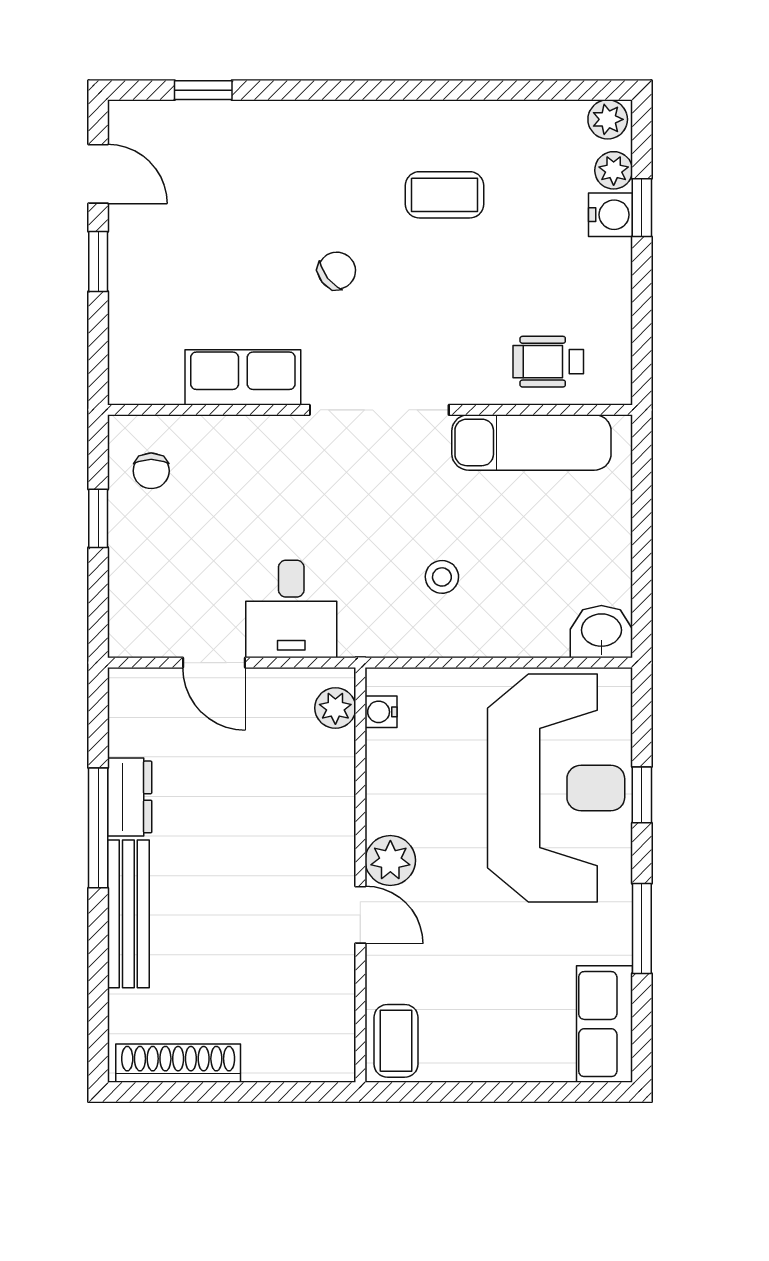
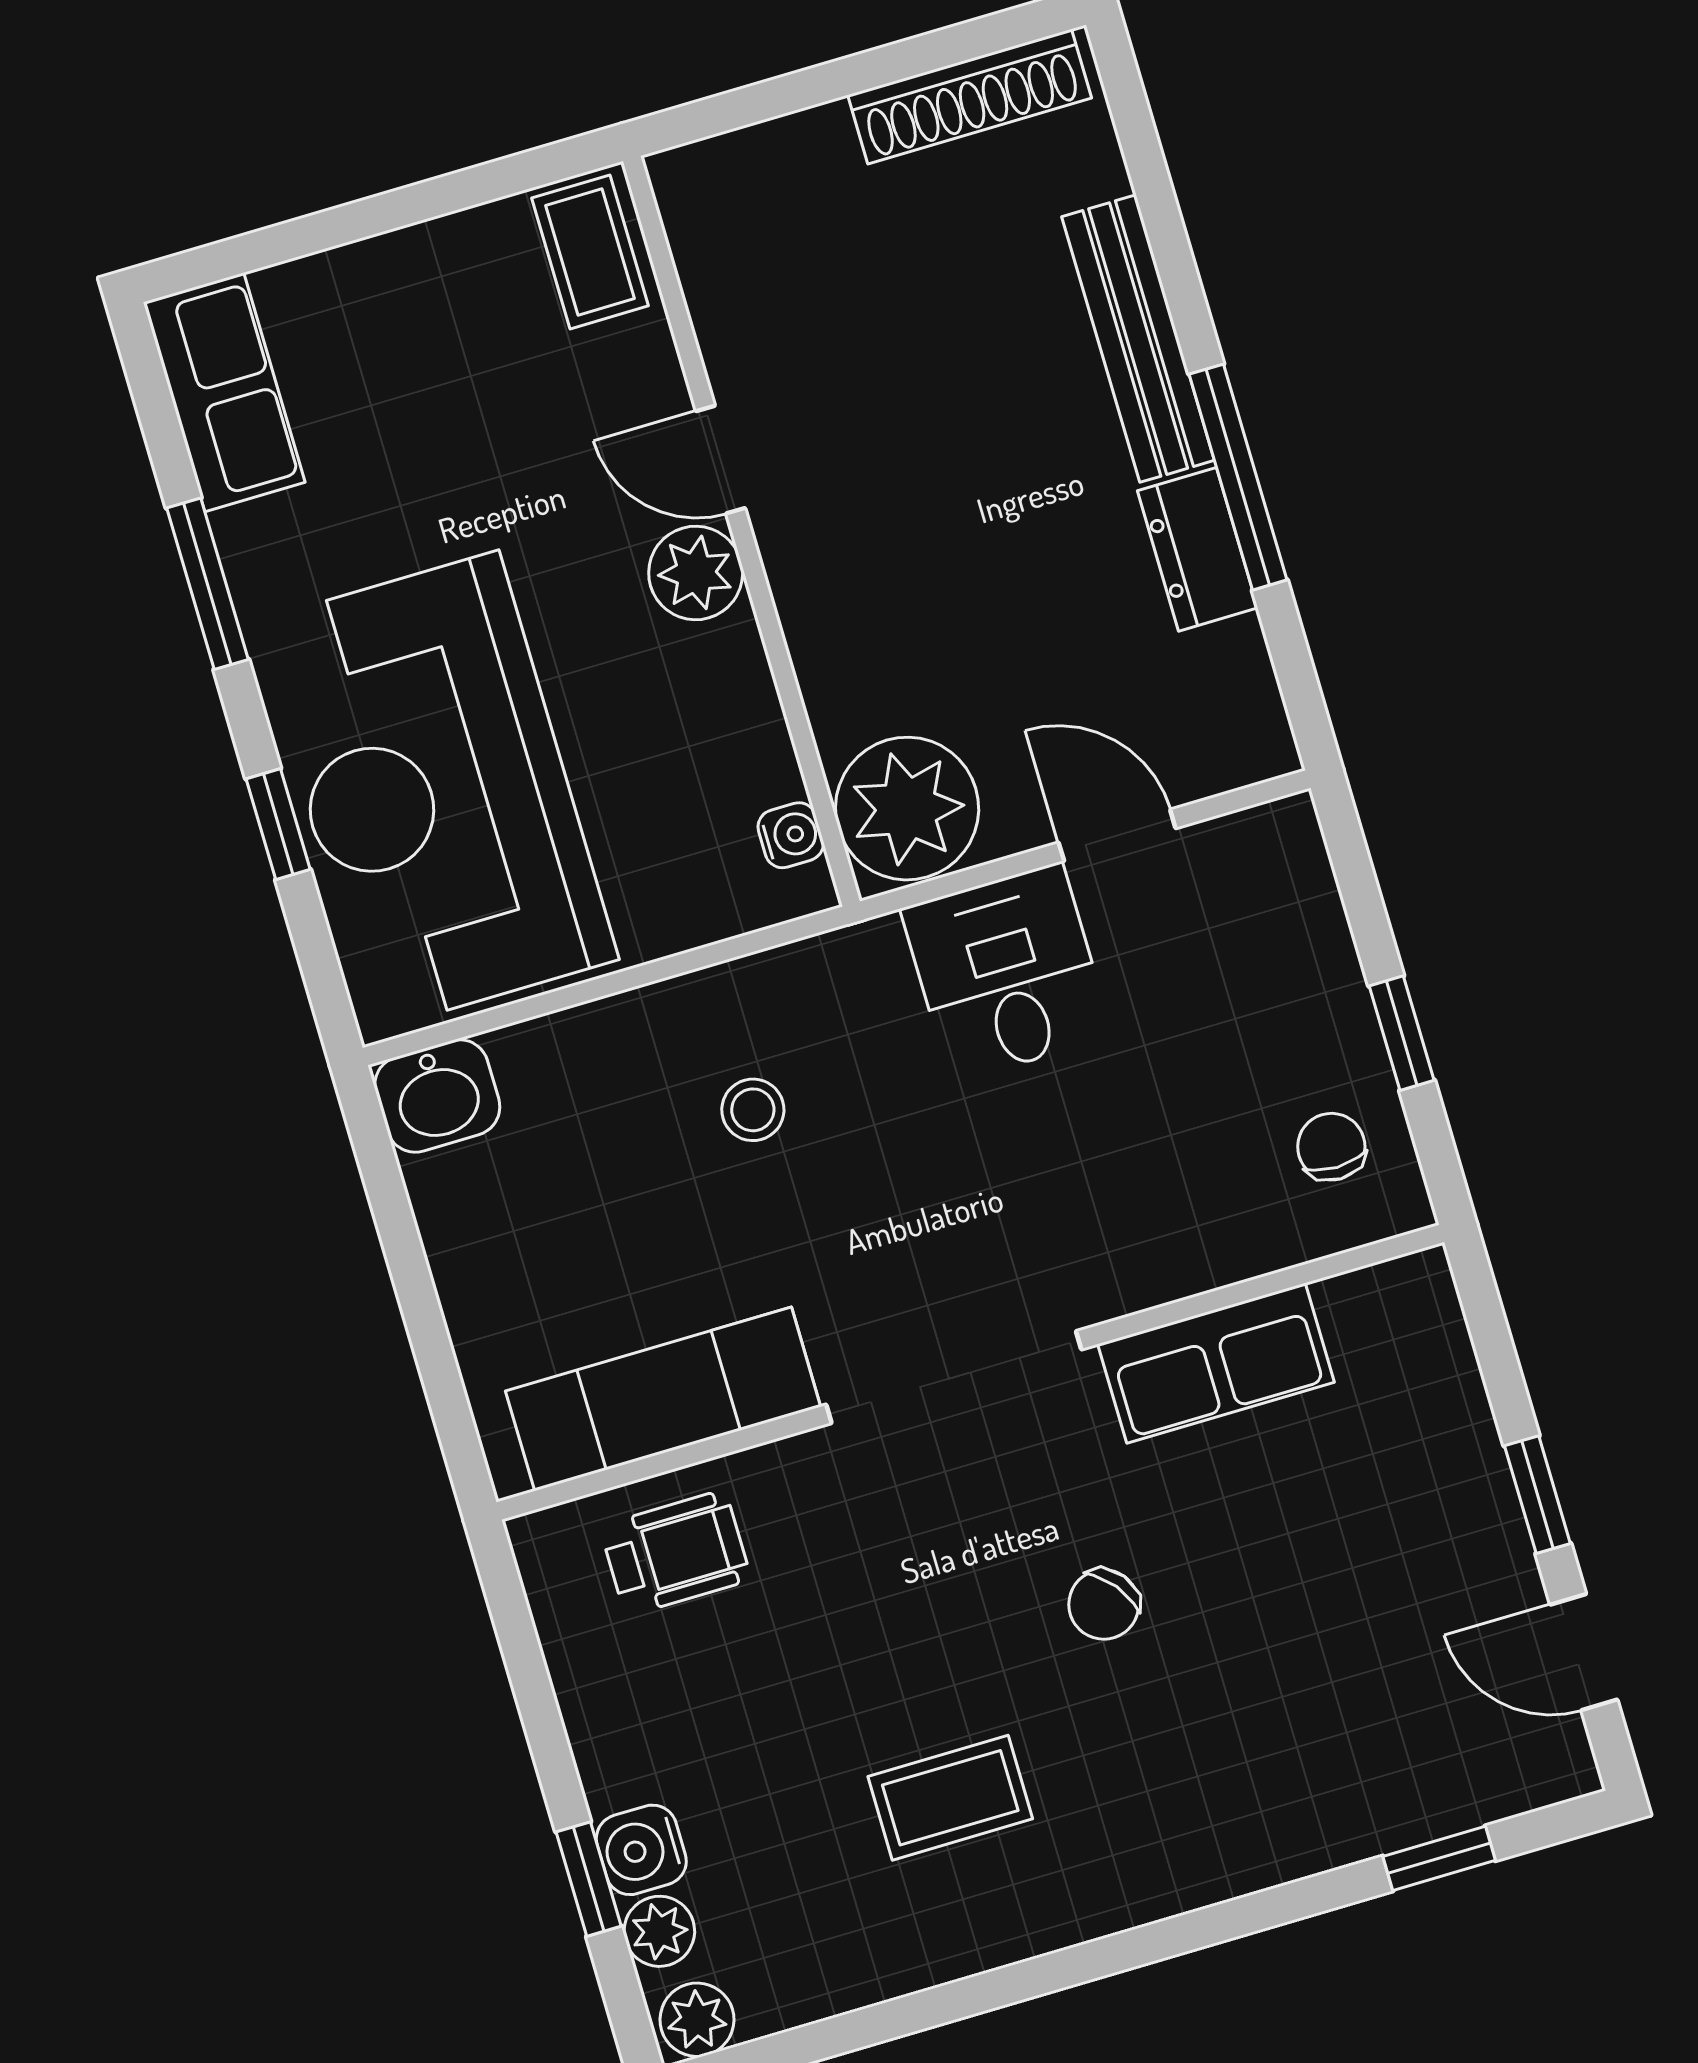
plant: (335, 708) -> (907, 809), width x1.87, depth x1.87

